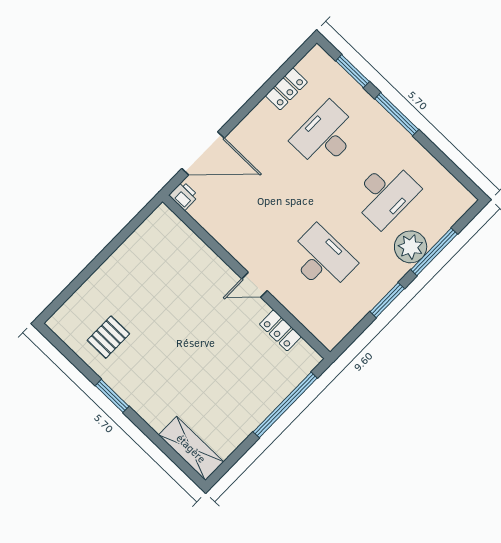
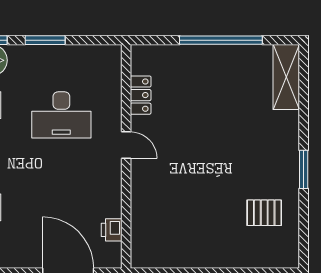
printer: (184, 196) -> (112, 230), moved
desk: (322, 259) -> (61, 115), turned -90
window: (285, 405) -> (221, 40), moved

